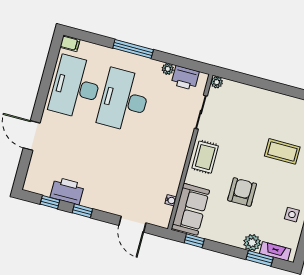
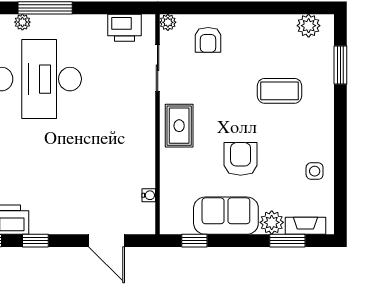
plant: (168, 69) -> (22, 22), moved
armchair: (242, 102) -> (208, 40), added
sofa: (190, 209) -> (226, 216), moved, turned -90

